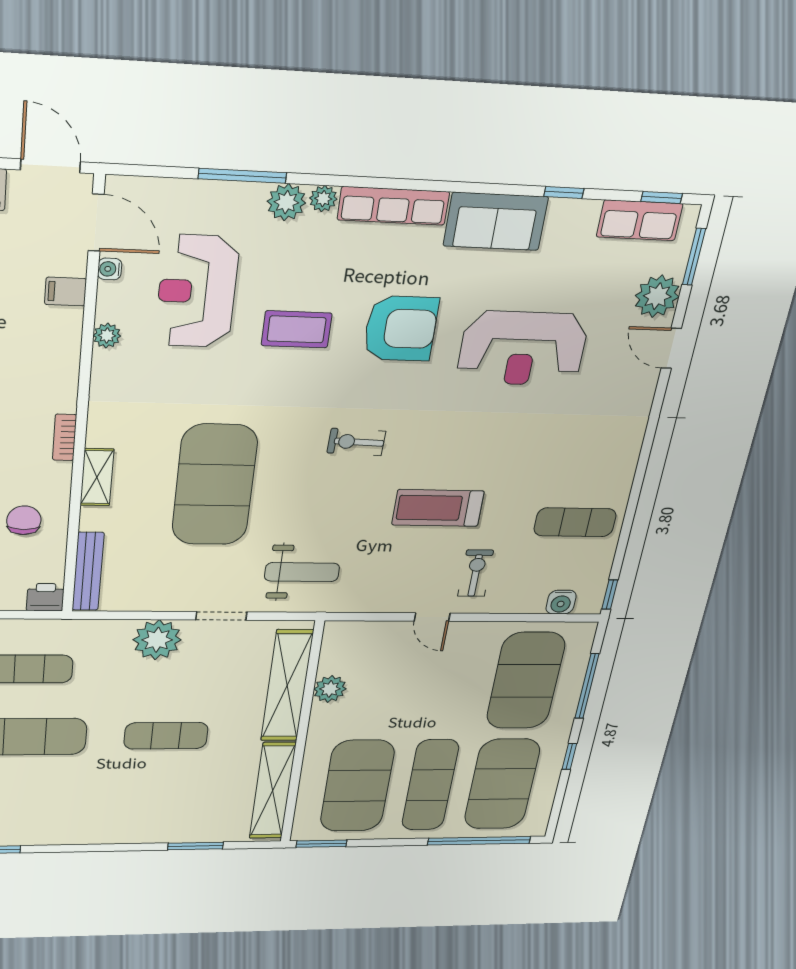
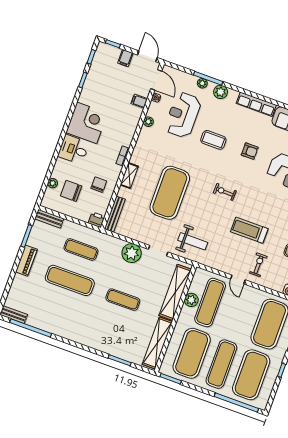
plant: (323, 199) -> (202, 83), moved
armchair: (401, 328) -> (250, 151), width x0.53, depth x0.53
exercise mat: (376, 681) -> (210, 303), added

